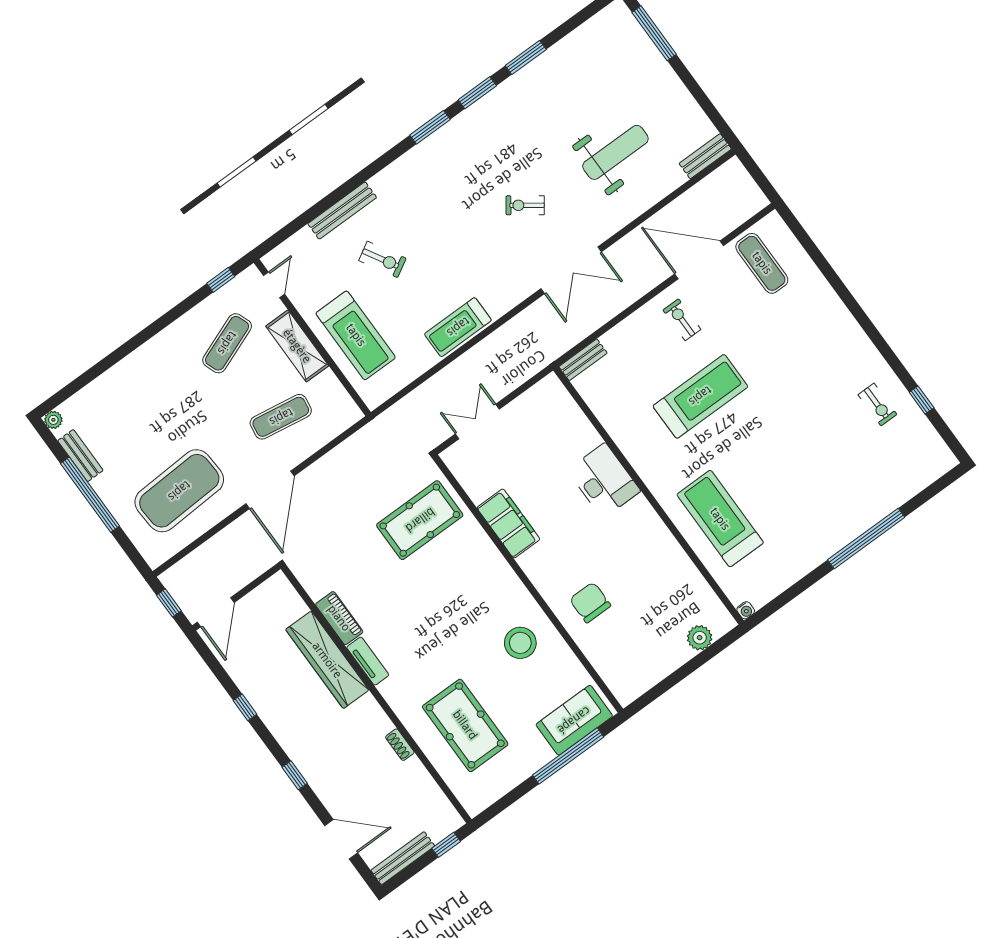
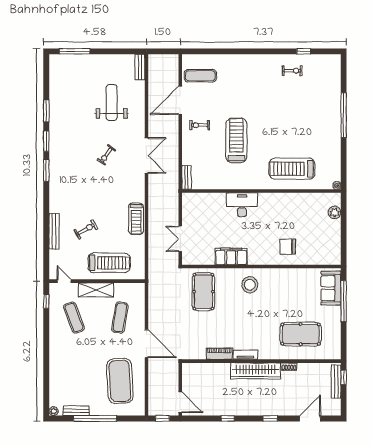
stool: (520, 643) -> (250, 285), moved
wardrobe: (327, 660) -> (256, 371), moved
bench: (403, 858) -> (336, 382), moved

